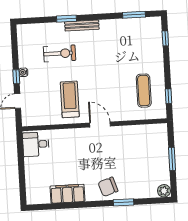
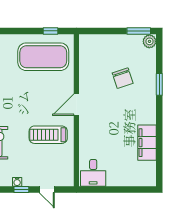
exercise mat: (144, 91) -> (43, 57), width x2.00, depth x1.45
window: (172, 159) -> (139, 31), moved
chair: (108, 187) -> (123, 78), moved

